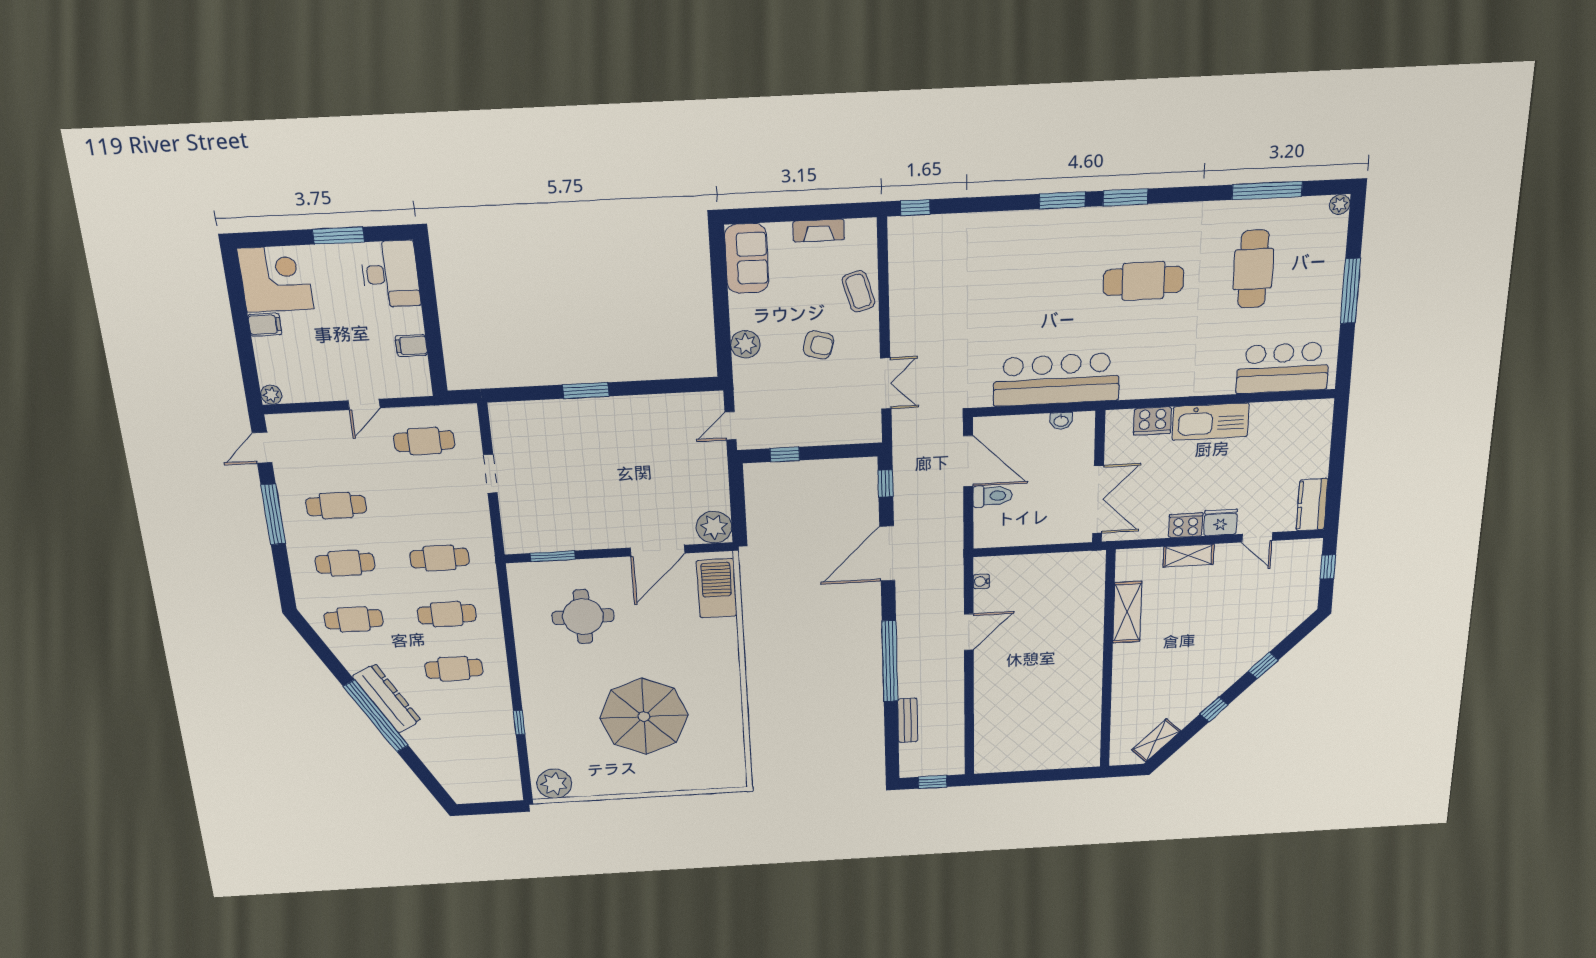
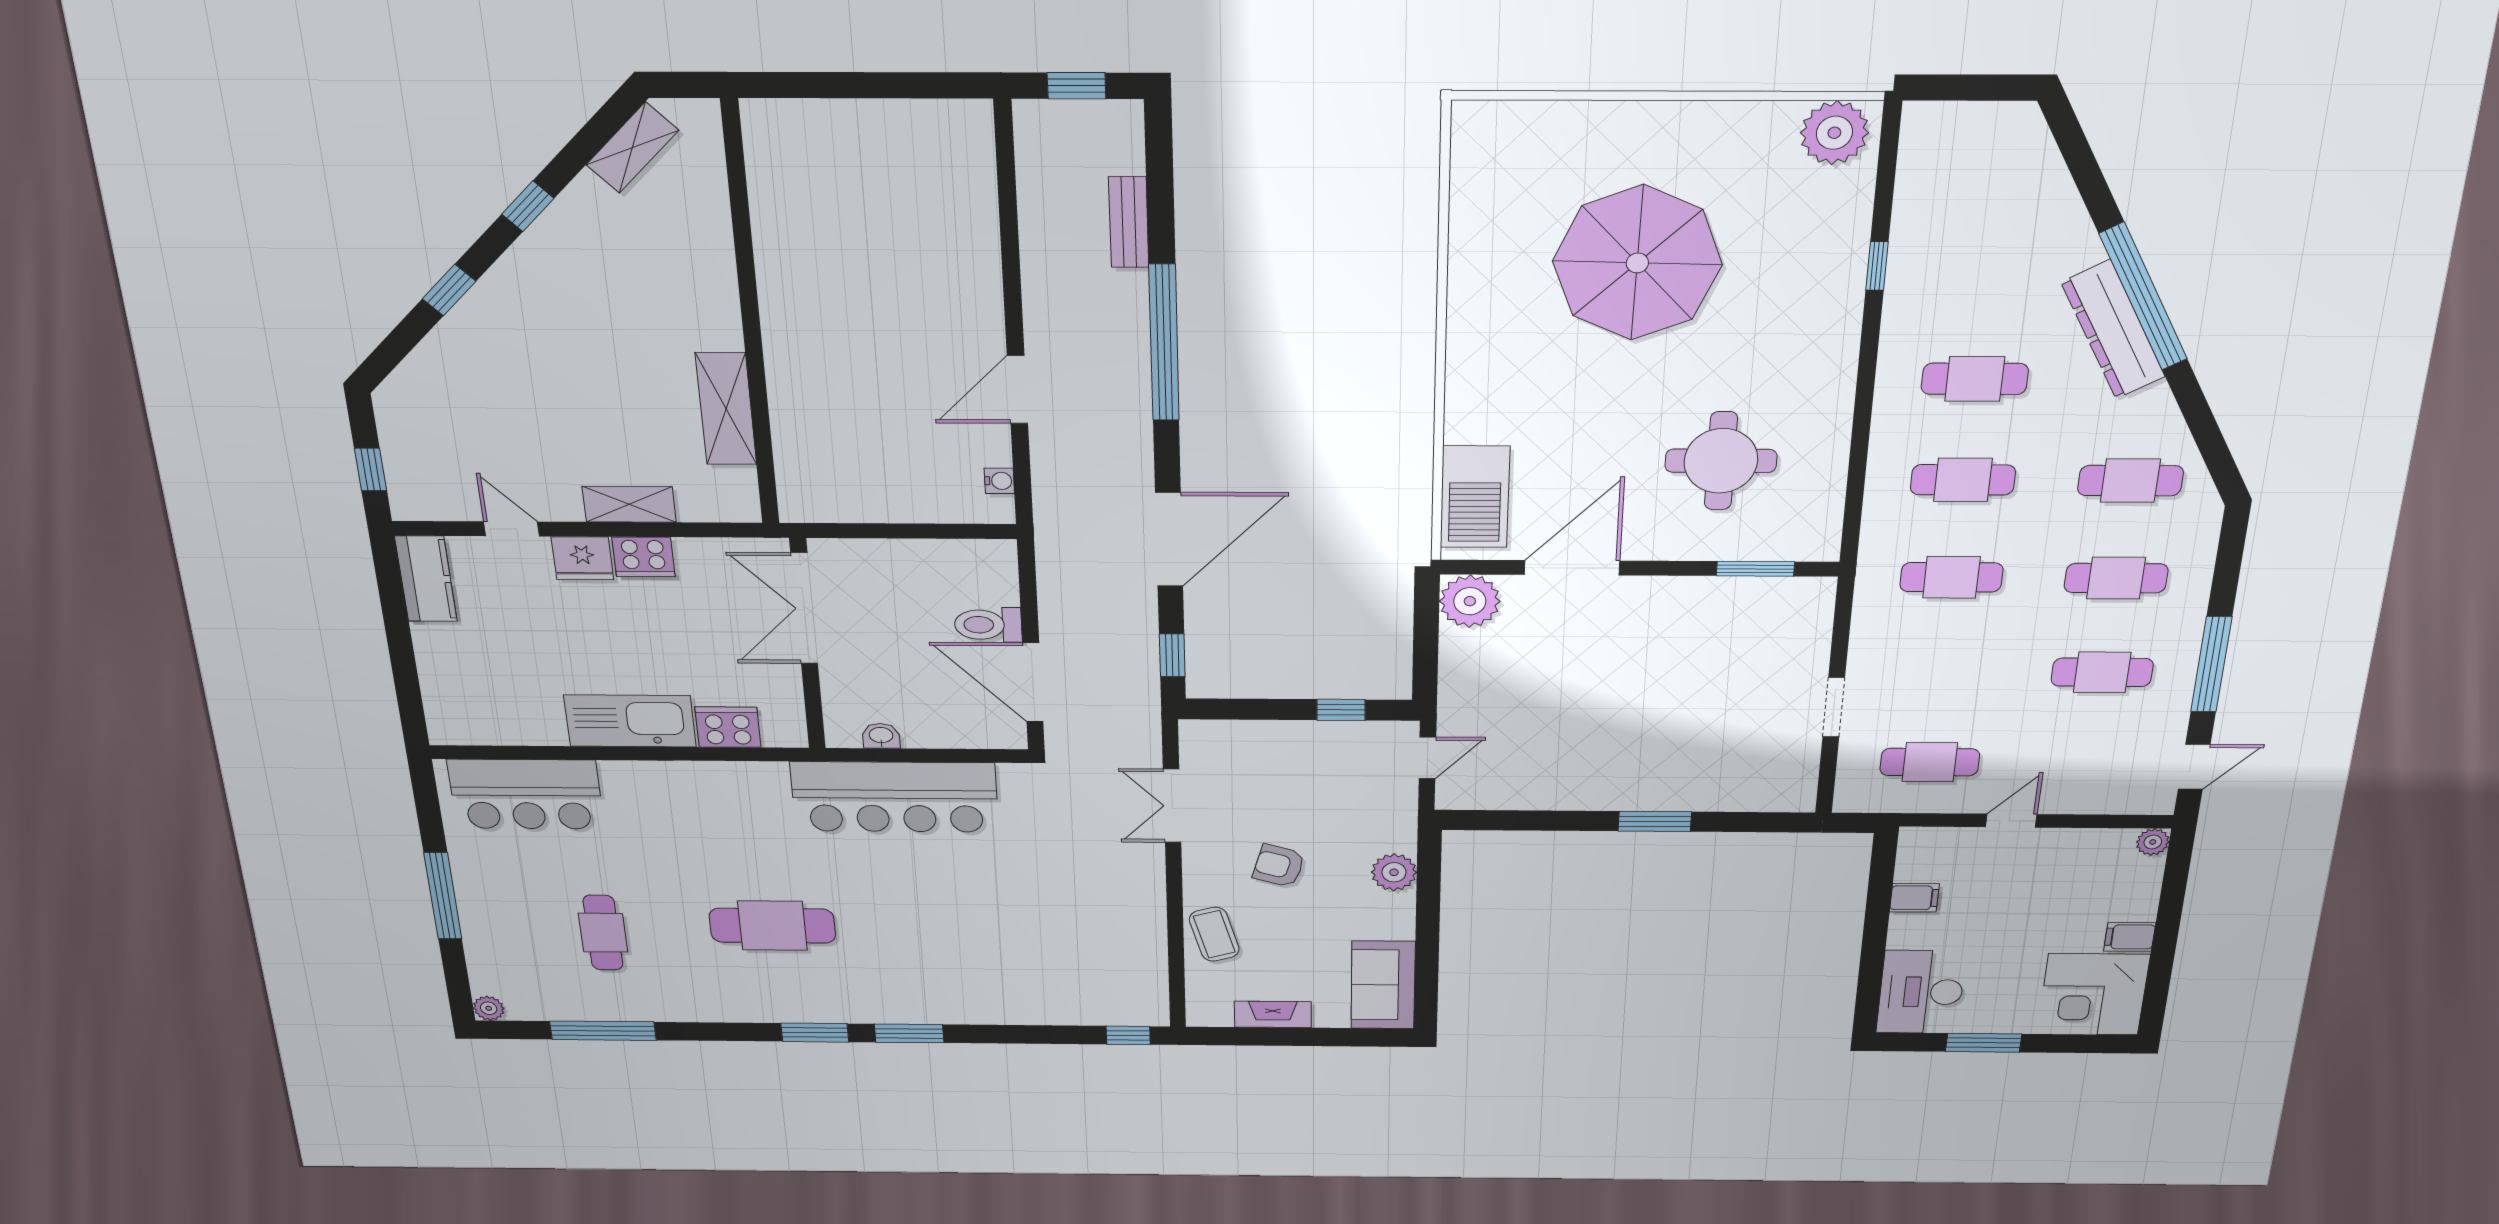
cafe table: (1253, 269) -> (603, 933), width x0.73, depth x0.74

